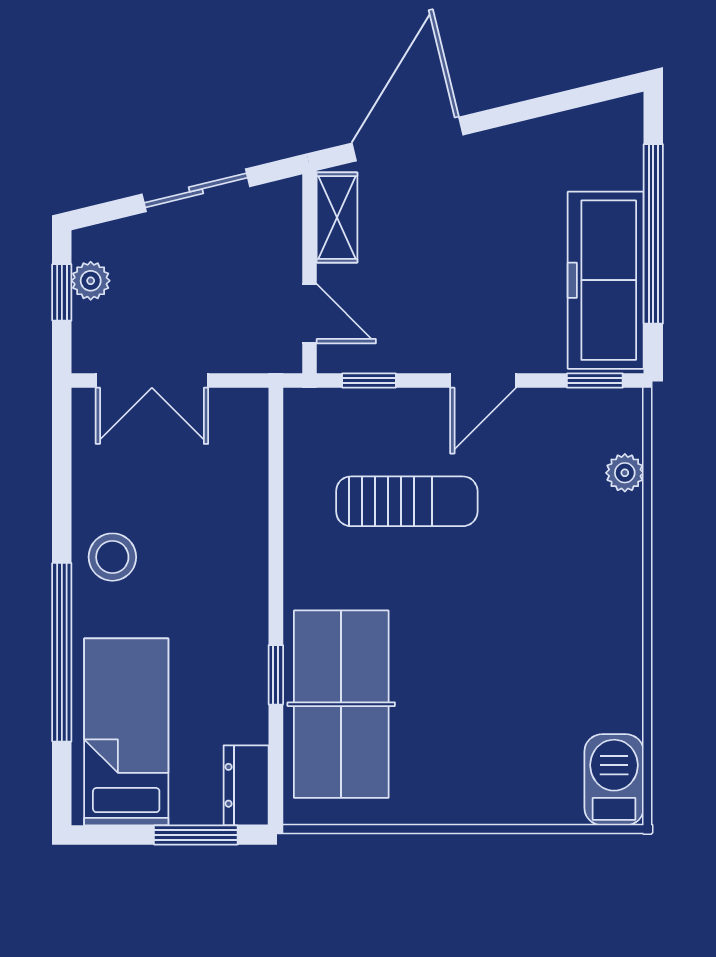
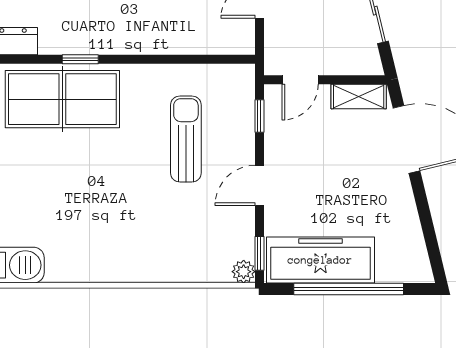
door: (483, 380) -> (259, 185), hinge flipped
plant: (625, 473) -> (244, 272), moved
sun lounger: (407, 501) -> (186, 139), turned 180

